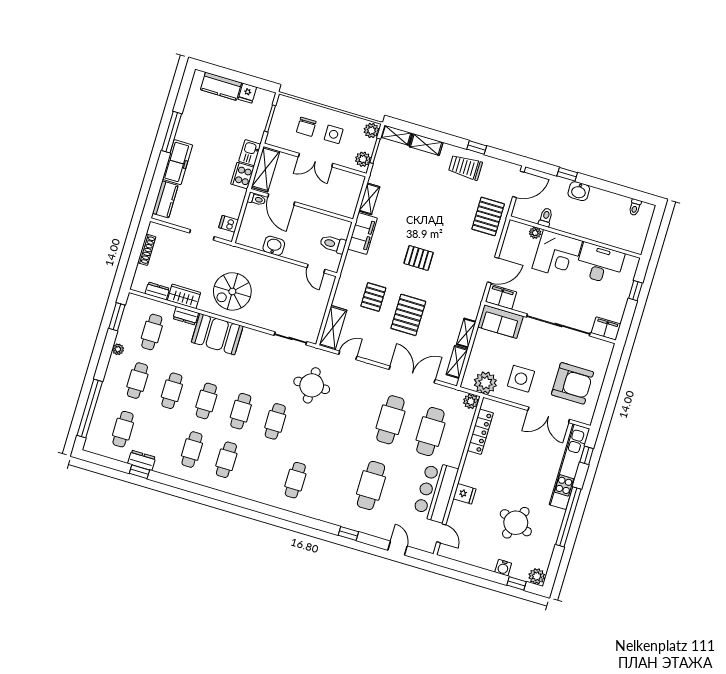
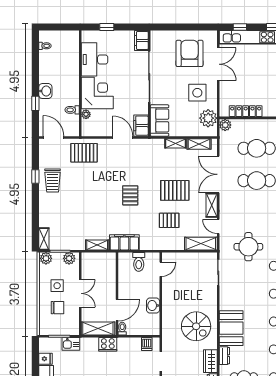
shelving: (426, 145) -> (212, 205), moved
kitchen sink: (250, 153) -> (71, 344), moved

